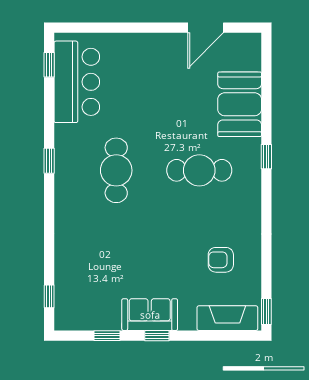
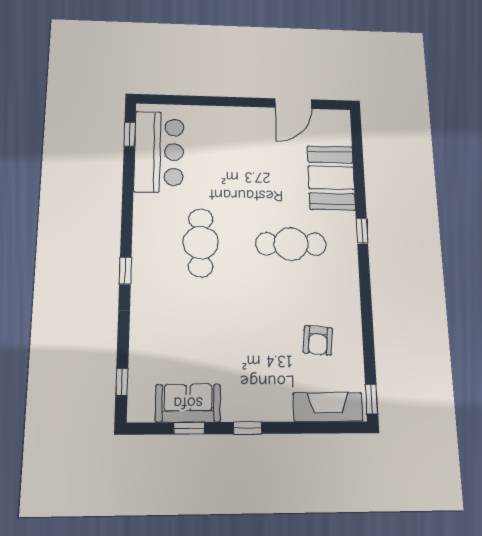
window: (49, 161) -> (125, 271), moved
armchair: (221, 260) -> (318, 340), turned -85
sofa: (150, 315) -> (188, 403), moved

